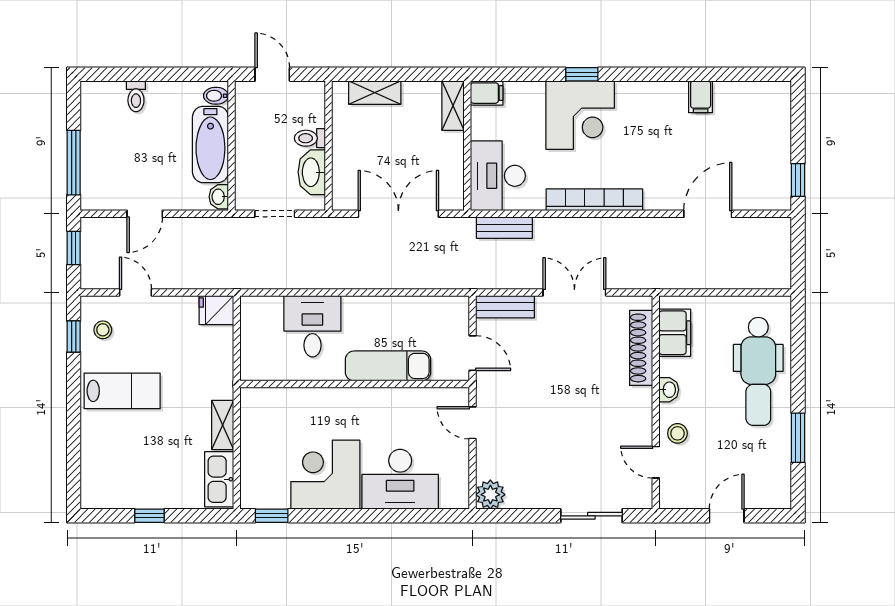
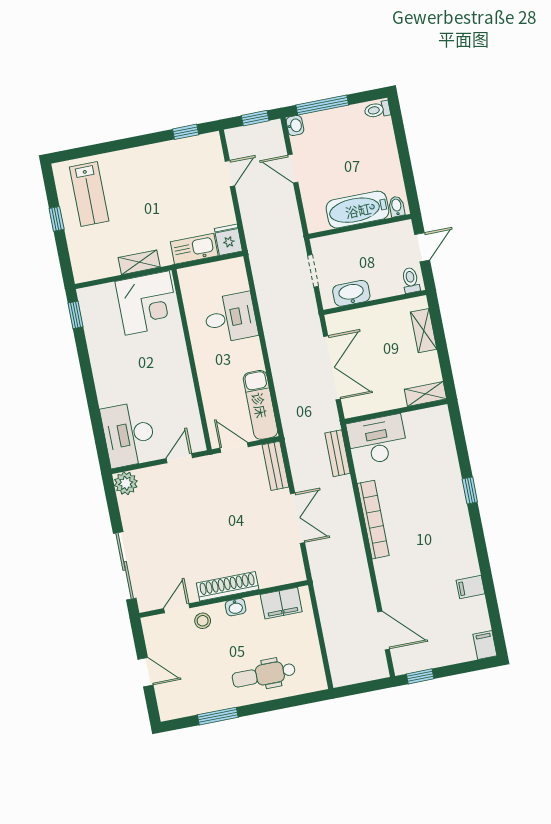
filing cabinet: (487, 93) -> (485, 645), moved, turned 180
toilet: (136, 96) -> (377, 110), moved
corner desk: (580, 115) -> (438, 495), removed
toilet: (310, 138) -> (411, 280), moved
washbasin: (219, 197) -> (295, 125), moved, turned 90
door: (708, 214) -> (384, 630), moved
stool: (103, 330) -> (195, 154), removed
shoe rack: (641, 348) -> (228, 586), moved
door: (473, 353) -> (234, 447), swing flipped
exam couch: (388, 366) -> (260, 405), moved, turned 180
dental chair: (758, 371) -> (264, 675), width x0.73, depth x0.72
lab bench: (122, 391) -> (89, 194), moved
corner desk: (325, 475) -> (147, 303), moved, turned 90
kitchen sink: (219, 479) -> (194, 249), moved
desk: (400, 479) -> (129, 434), moved
sliding door: (591, 516) -> (125, 566), width x1.37

